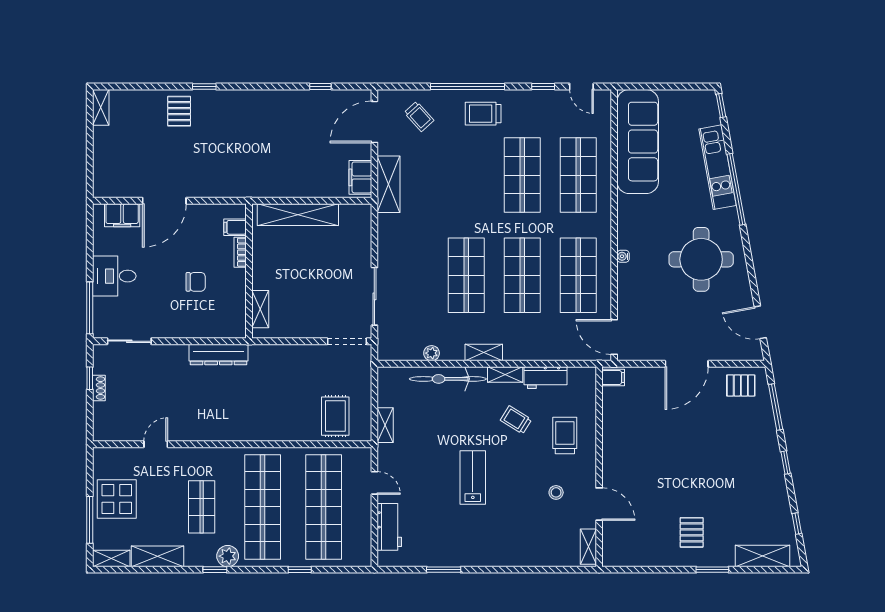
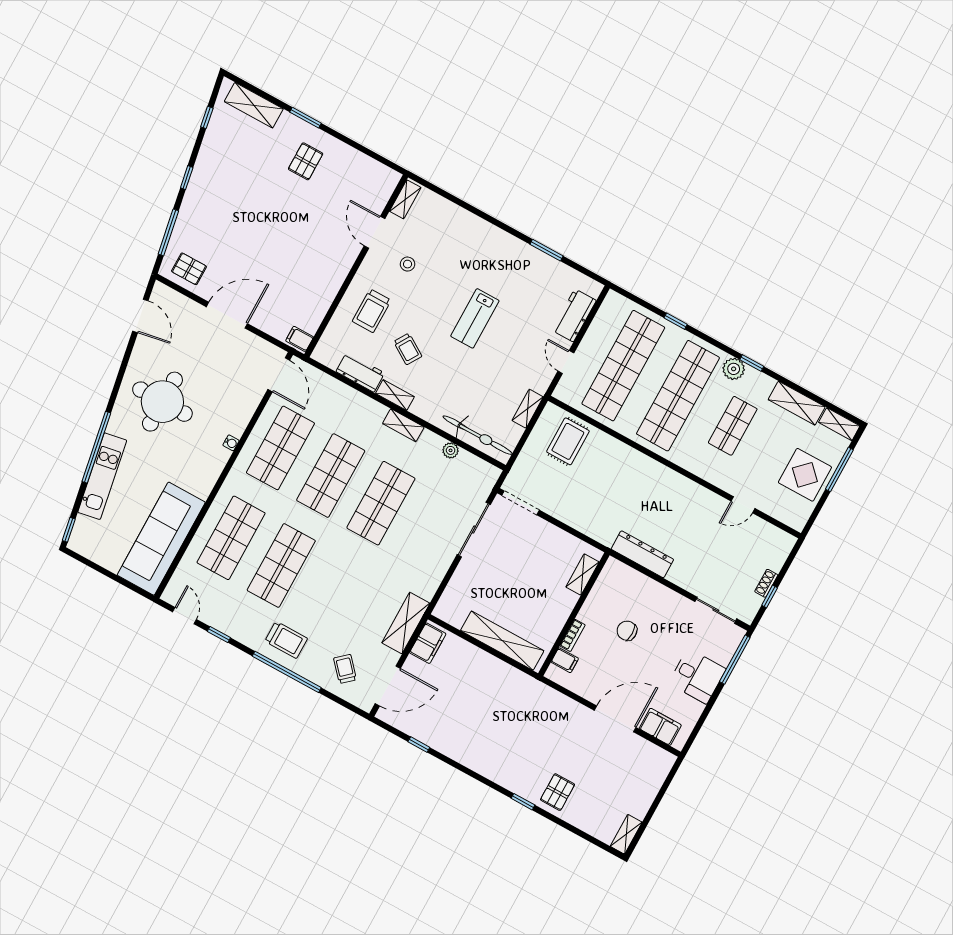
bicycle: (448, 379) -> (478, 435), moved

